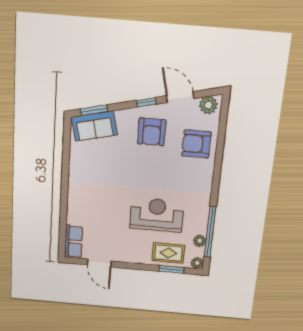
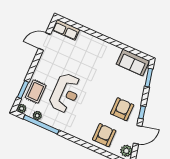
sofa: (94, 126) -> (133, 62), moved, turned -77
armchair: (152, 132) -> (122, 109), turned 90

